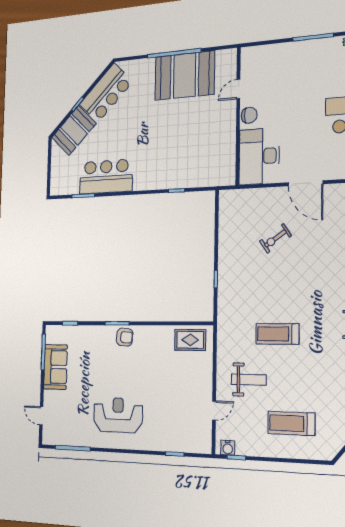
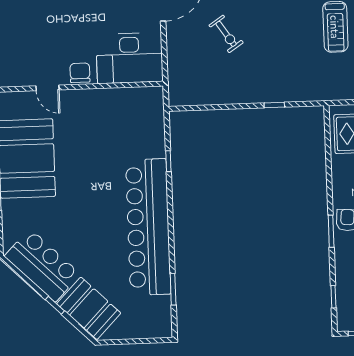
bar counter: (106, 177) -> (148, 227), width x1.86

